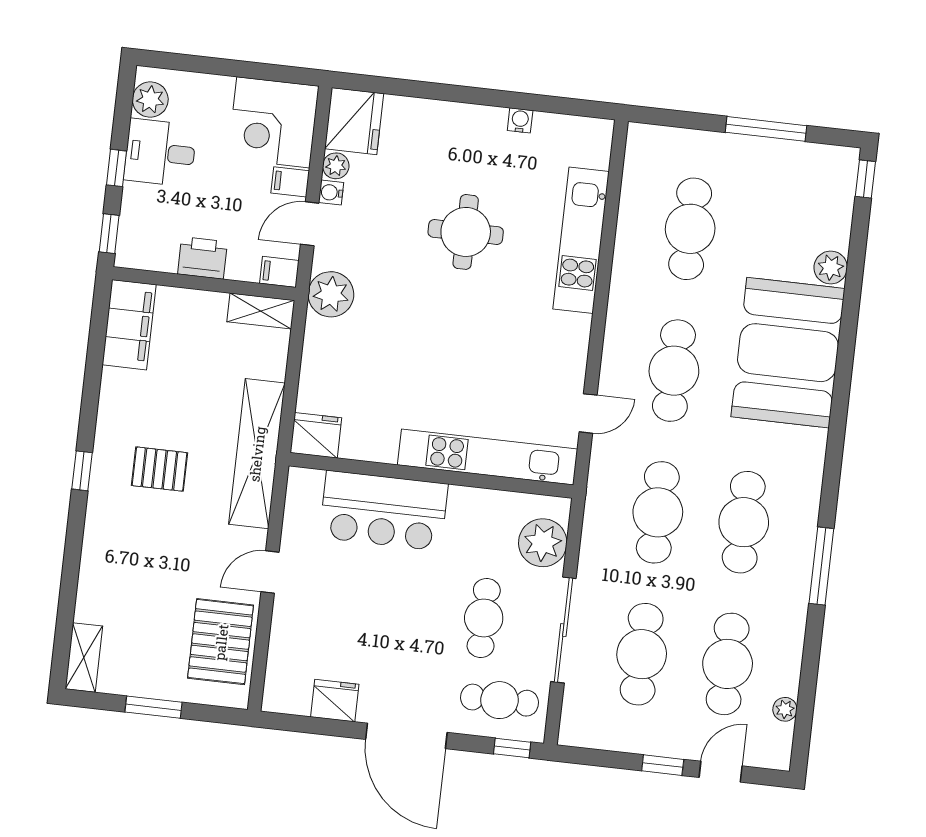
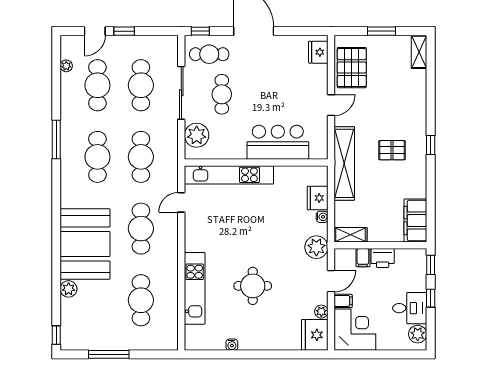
water cooler: (331, 193) -> (322, 217), moved
filing cabinet: (279, 272) -> (363, 258), moved, turned 90
fridge: (316, 435) -> (318, 198), moved, turned 90
fridge: (335, 701) -> (318, 52), moved, turned 90

